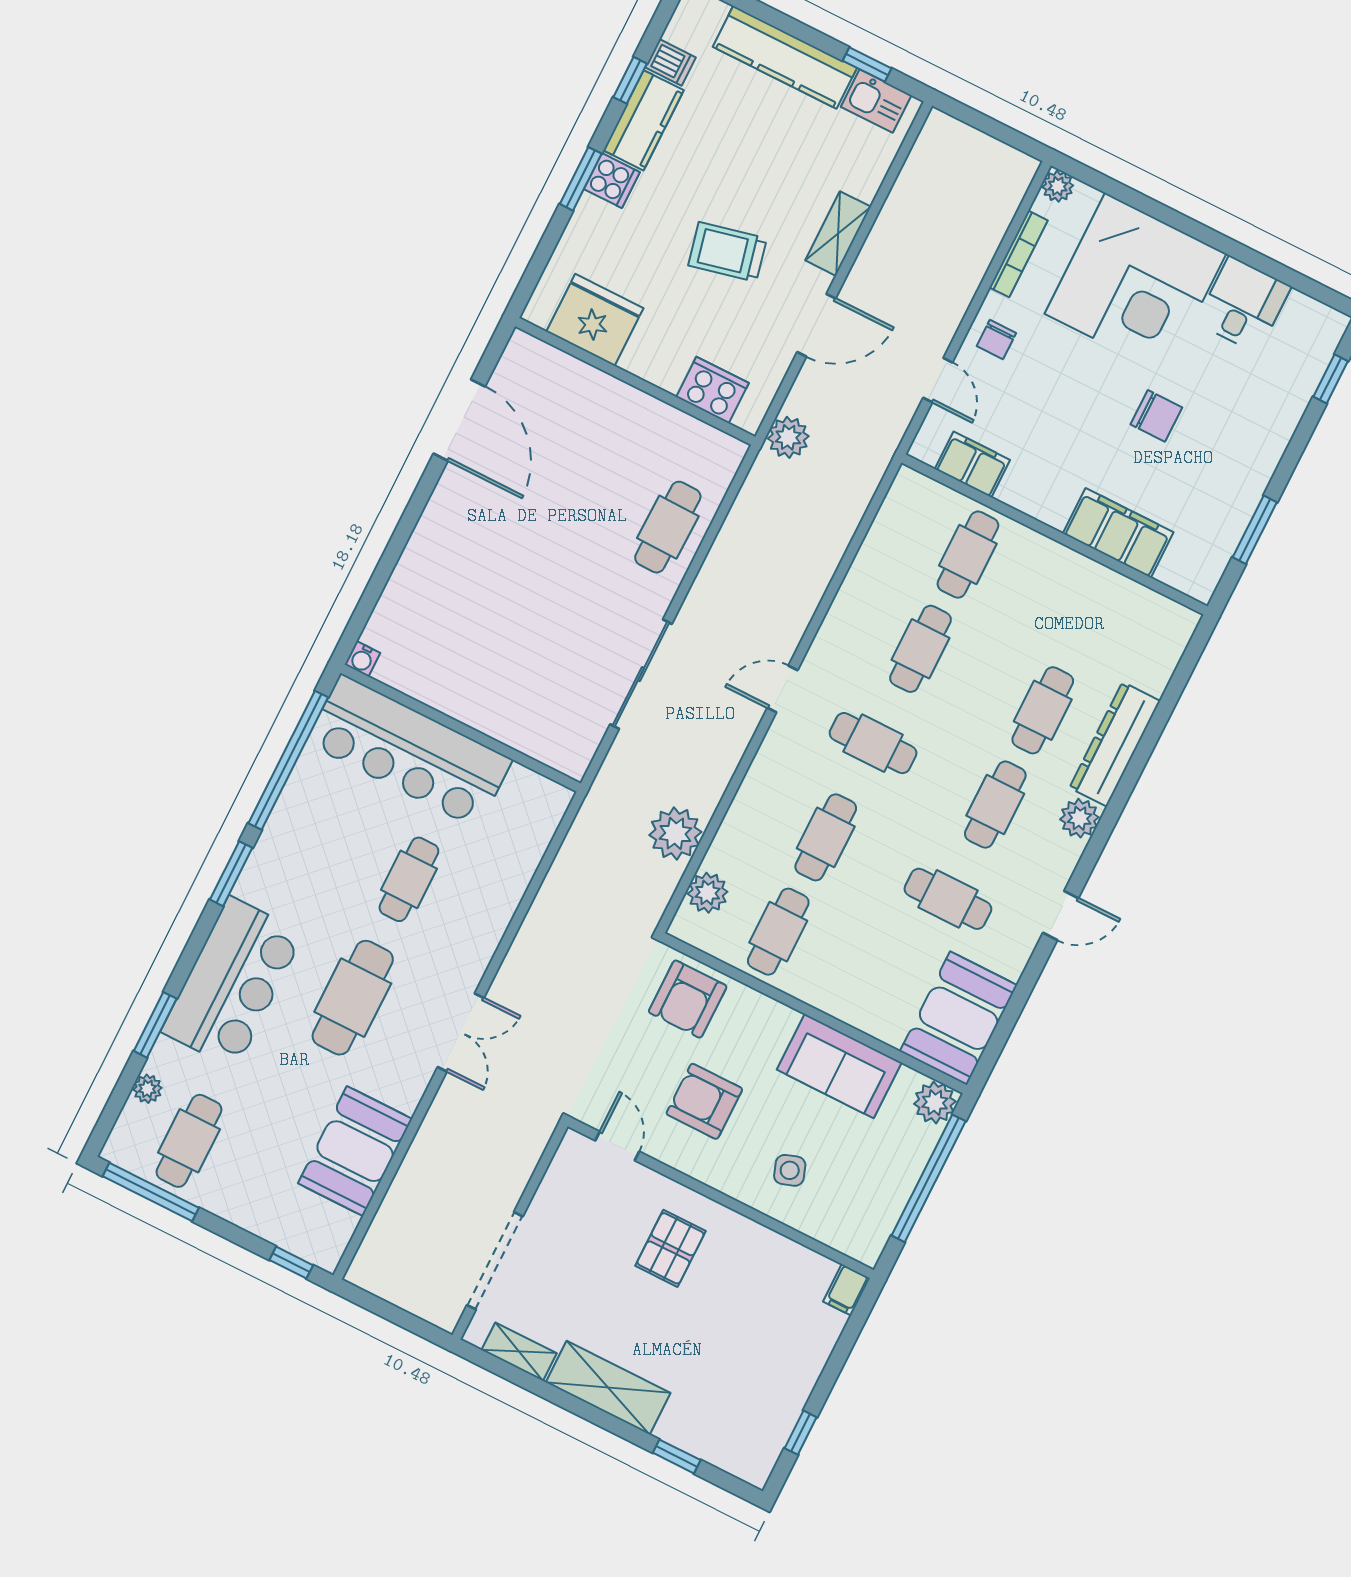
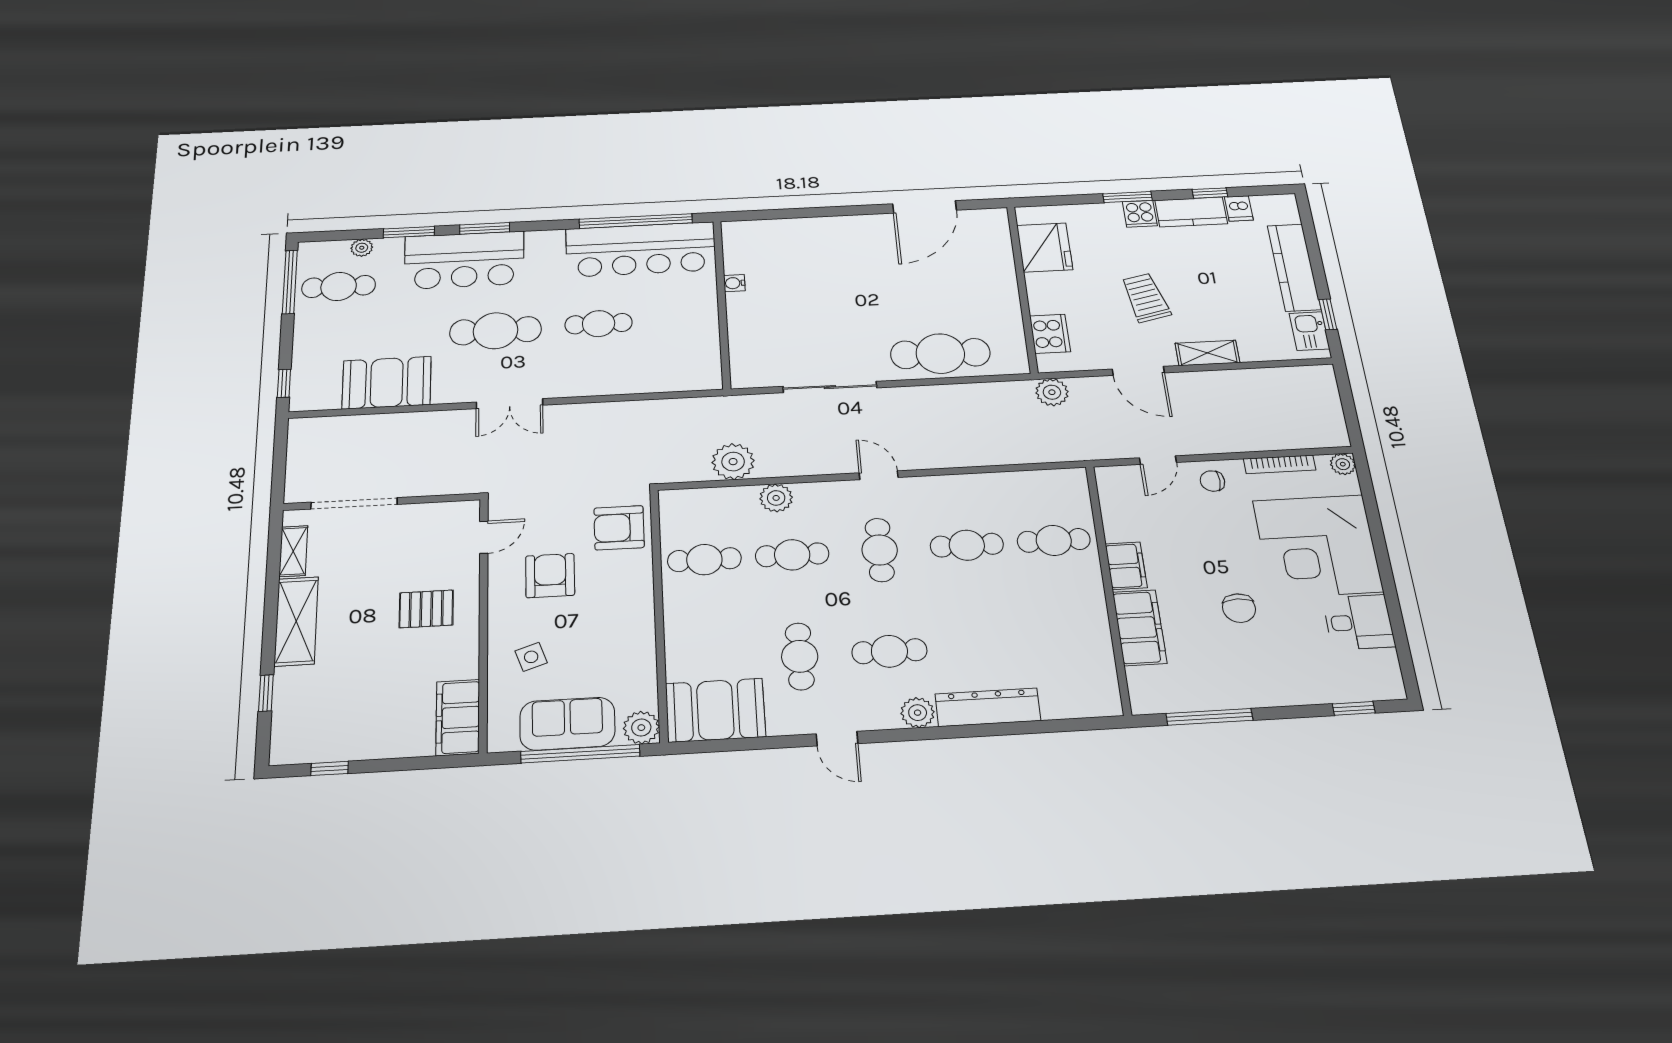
filing cabinet: (972, 464) -> (1126, 566), moved
cafe table: (668, 527) -> (940, 354), width x1.37, depth x1.35
window: (1255, 530) -> (1209, 717), width x1.44
water cooler: (362, 659) -> (734, 283), moved
cafe table: (1043, 710) -> (979, 646), removed
bar counter: (409, 751) -> (641, 249), moved, turned -90
window: (231, 874) -> (485, 228), moved
plant: (708, 893) -> (776, 498), moved
sofa: (839, 1066) -> (567, 724), moved, turned 90
filing cabinet: (847, 1290) -> (458, 717), width x3.00, depth x1.17

